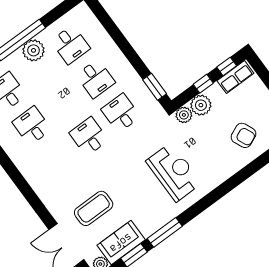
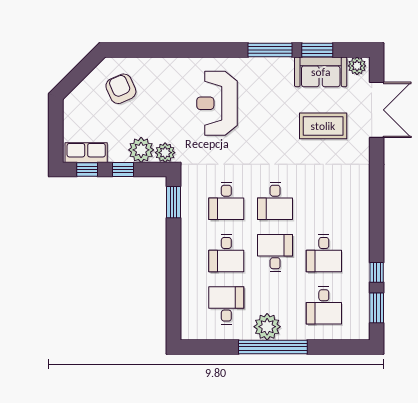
desk: (96, 79) -> (226, 253), turned 180
desk: (64, 102) -> (275, 253), added

